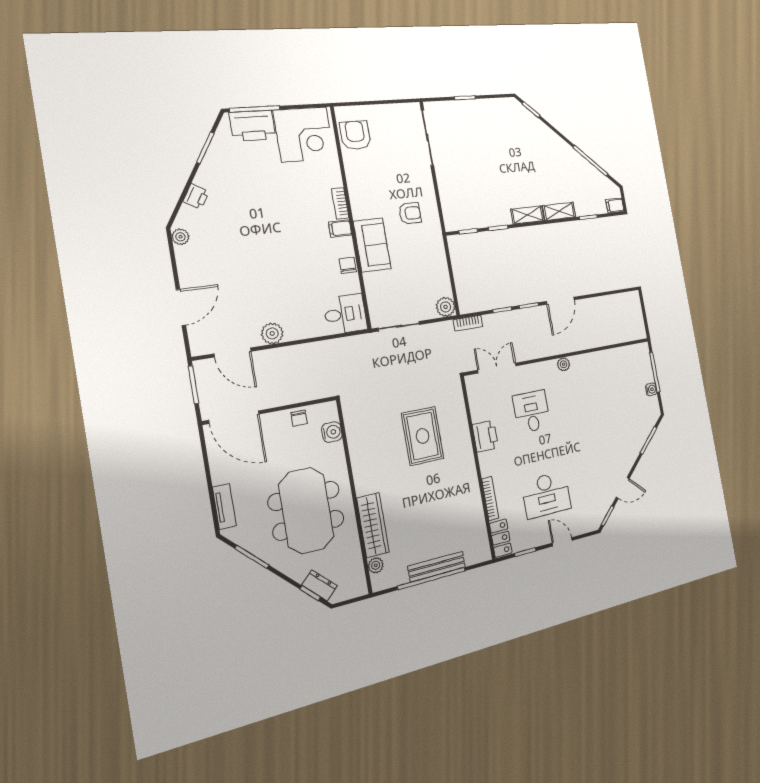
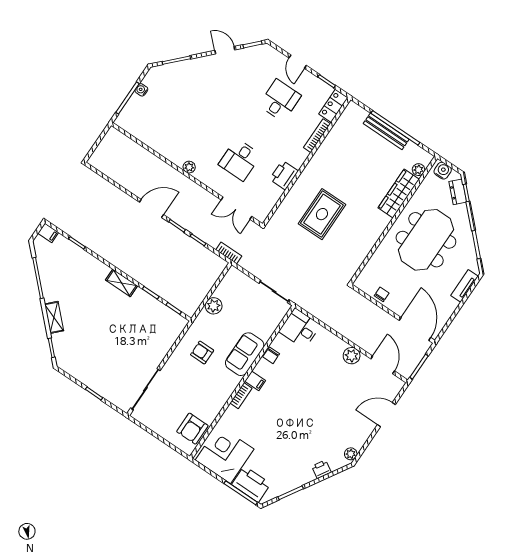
shelving: (559, 211) -> (54, 317), moved, turned 45
plant: (446, 307) -> (214, 306), moved
water cooler: (332, 432) -> (443, 171), moved, turned 90
desk: (546, 495) -> (280, 100), width x0.73

